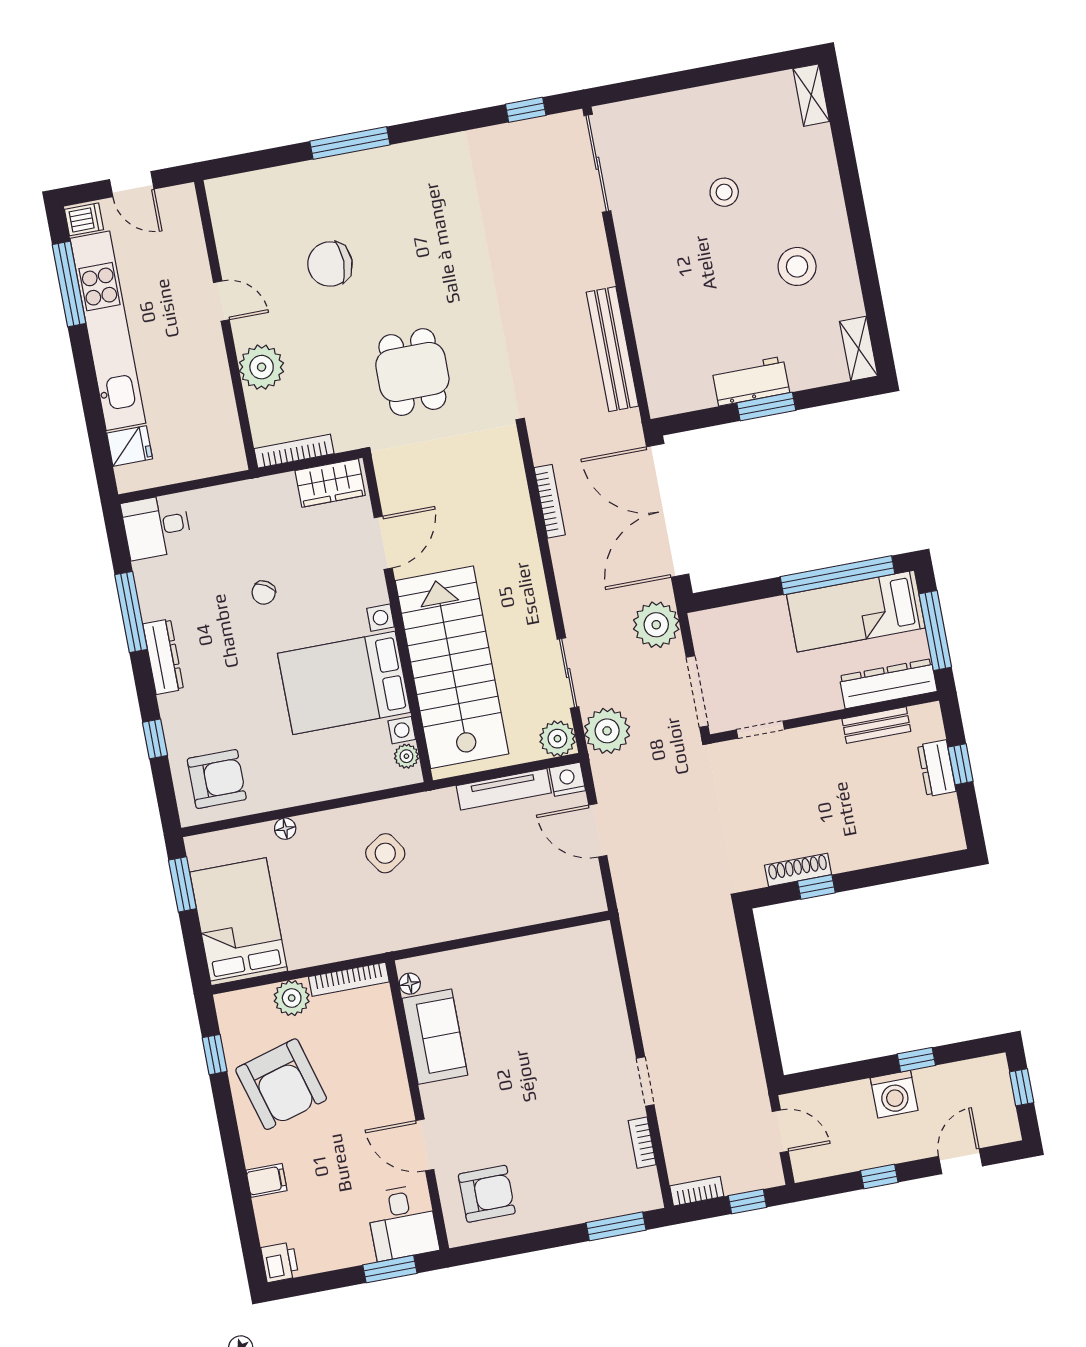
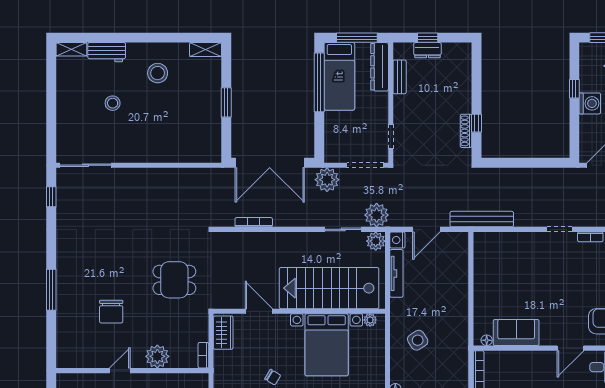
bench: (612, 349) -> (482, 219), moved
workbench: (751, 381) -> (107, 52), moved, turned -90
bookcase: (294, 451) -> (203, 355), width x0.64

